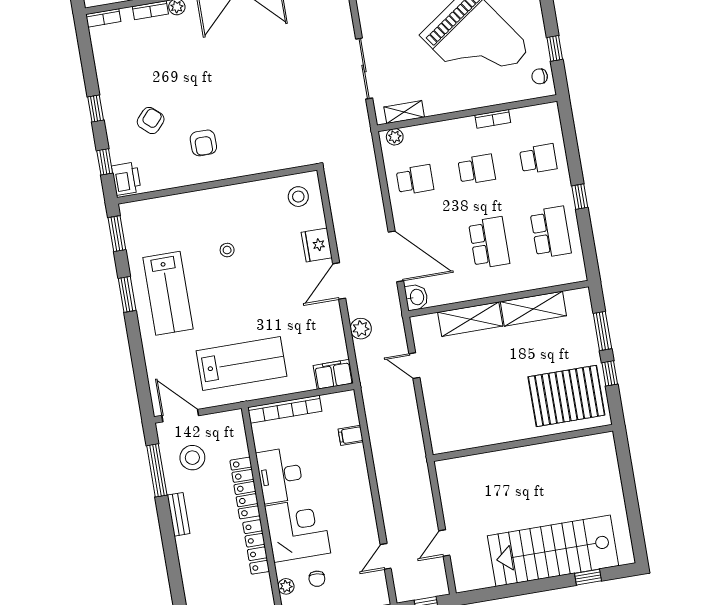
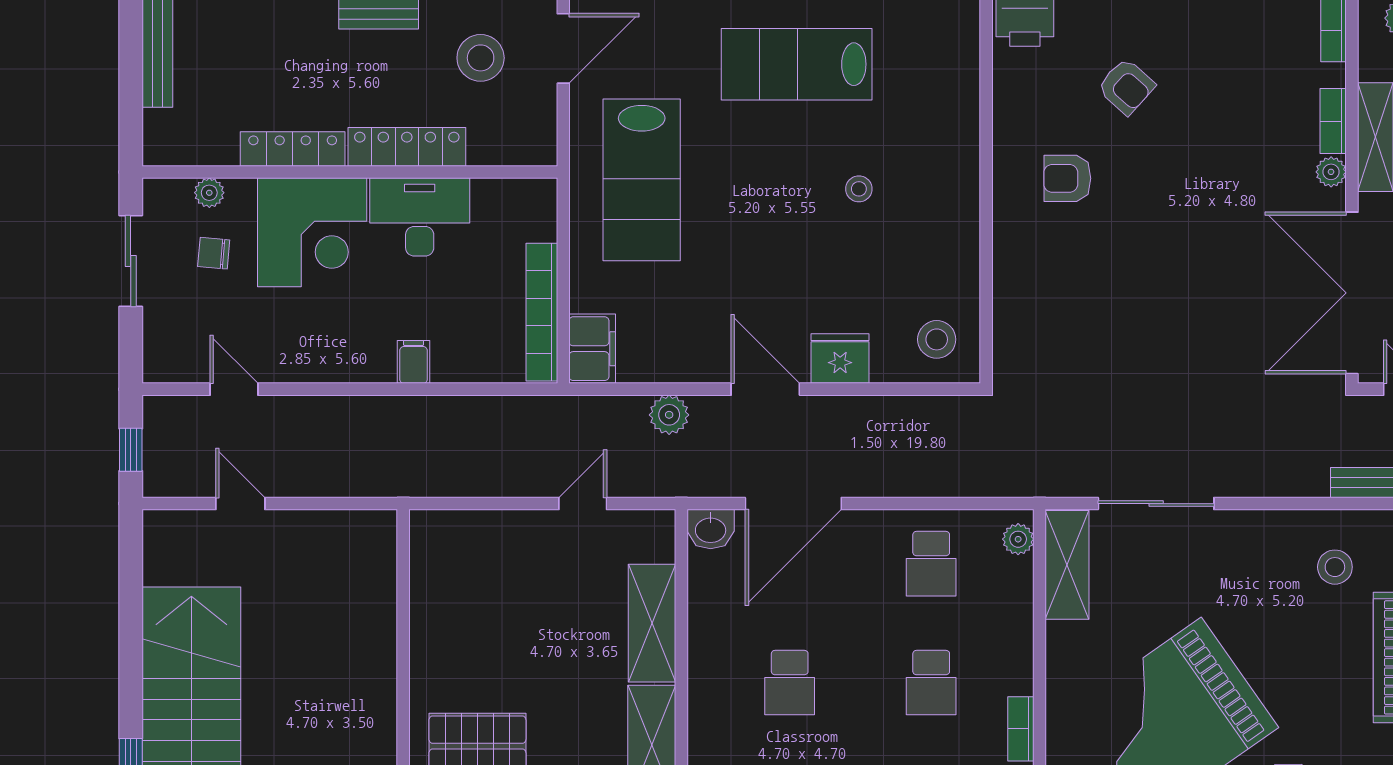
shelving: (404, 112) -> (1067, 565), width x1.50, depth x1.33
school desk: (489, 243) -> (790, 683), width x0.54
bookcase: (285, 409) -> (542, 312), moved
filing cabinet: (351, 435) -> (413, 362), moved

